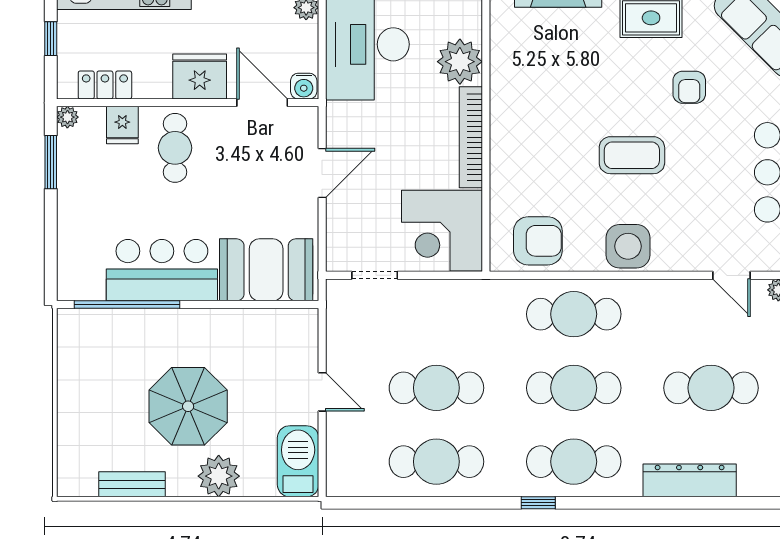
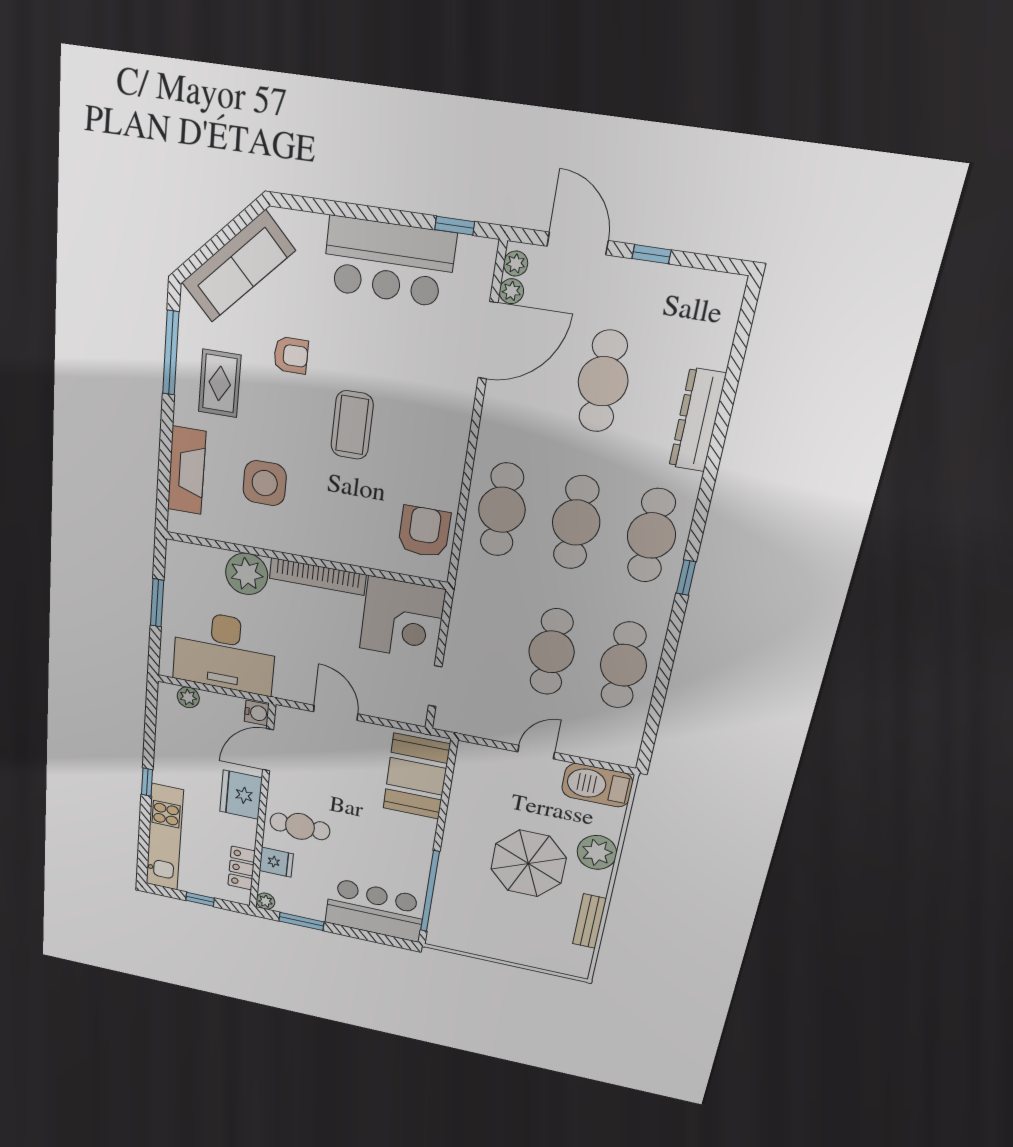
side table: (628, 246) -> (265, 483), moved
bar counter: (162, 270) -> (375, 910), moved, turned 90
door: (731, 275) -> (488, 341), width x1.88

